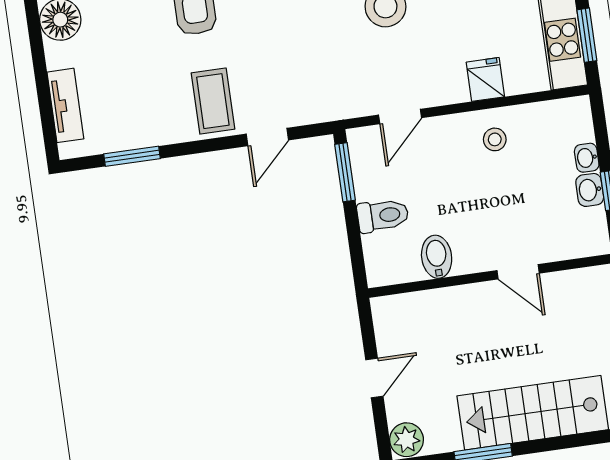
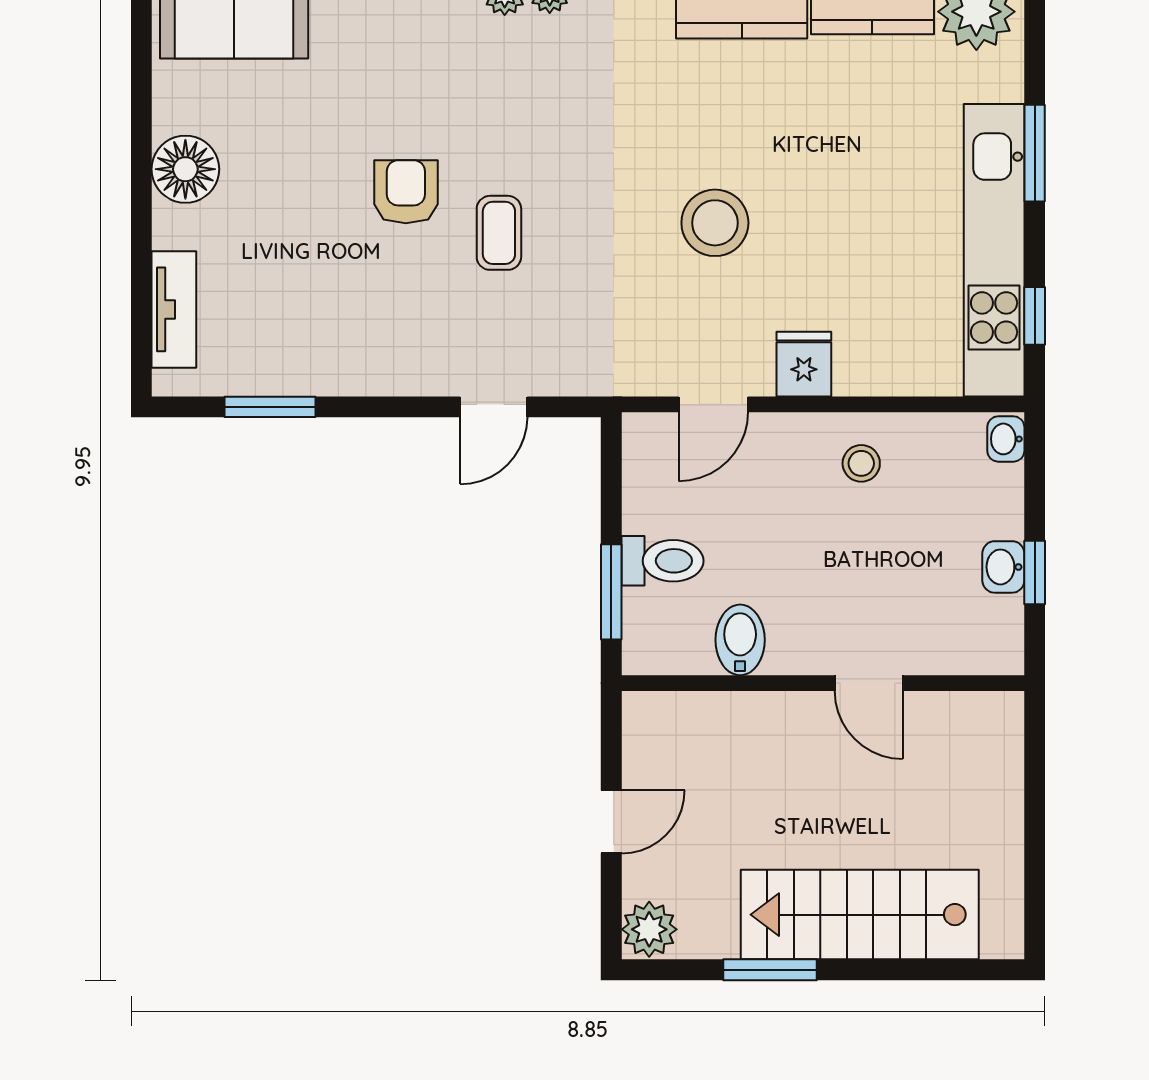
window: (587, 35) -> (1035, 316), width x0.67
fridge: (485, 79) -> (804, 364), moved
coffee table: (213, 101) -> (499, 233), moved, width x0.73, depth x0.77
washbasin: (587, 158) -> (1006, 439), moved
window: (345, 172) -> (611, 592), moved

